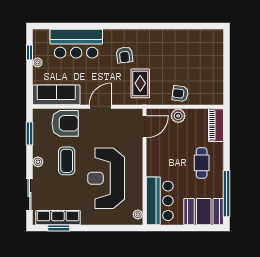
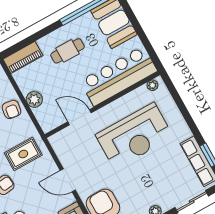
door: (144, 127) -> (80, 117), moved
coffee table: (67, 161) -> (139, 184), removed
bar counter: (160, 201) -> (119, 76), width x1.36

